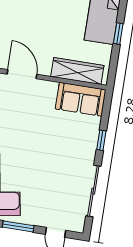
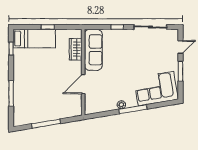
wardrobe: (77, 71) -> (76, 49), width x0.67
sofa: (81, 99) -> (93, 50), width x1.36

